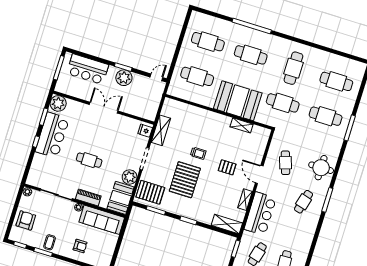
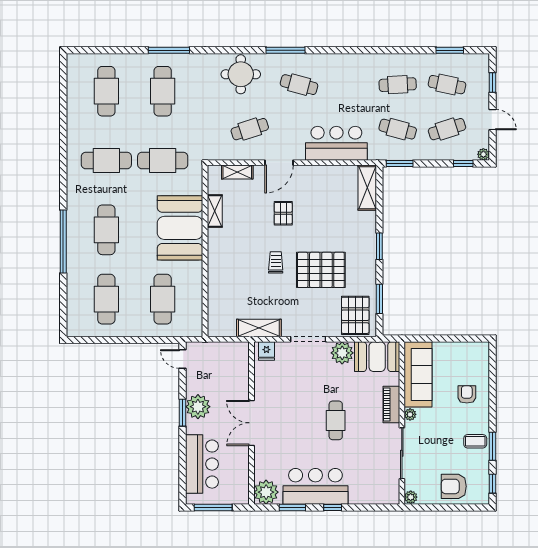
cafe table: (283, 103) -> (163, 161), turned 90
shelving: (245, 200) -> (237, 172), moved

